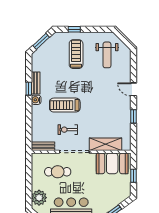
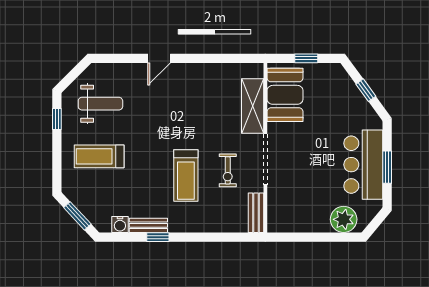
window: (74, 29) -> (57, 119), moved
water cooler: (36, 100) -> (120, 224), moved
window: (134, 116) -> (205, 58), removed
cafe table: (58, 172) -> (299, 188), removed

